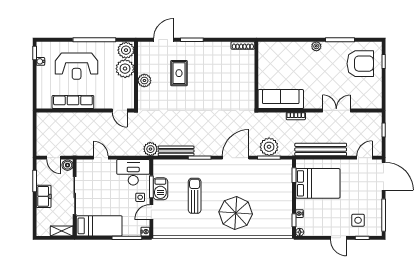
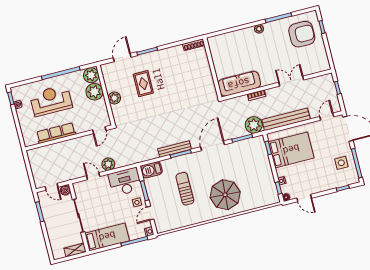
reception desk: (77, 66) -> (51, 101), turned 180
door: (120, 110) -> (99, 130), hinge flipped
plant: (269, 147) -> (254, 125), moved
plant: (150, 149) -> (108, 164), moved
bench: (176, 151) -> (174, 149), moved
barbecue: (160, 189) -> (151, 170), moved, turned 90
freezer: (44, 196) -> (51, 223), removed
side table: (358, 220) -> (341, 163), moved
door: (338, 238) -> (304, 198), moved

